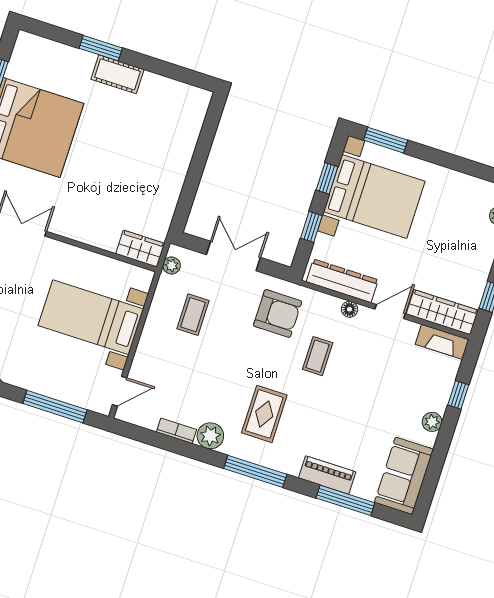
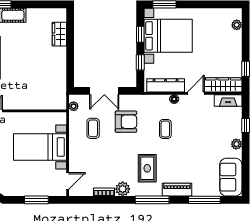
wardrobe: (140, 249) -> (59, 34), moved, turned -90
double door: (233, 256) -> (104, 91), swing flipped
armchair: (278, 313) -> (126, 122), moved
window: (55, 407) -> (36, 200), width x0.69
piano: (327, 475) -> (177, 190), moved

